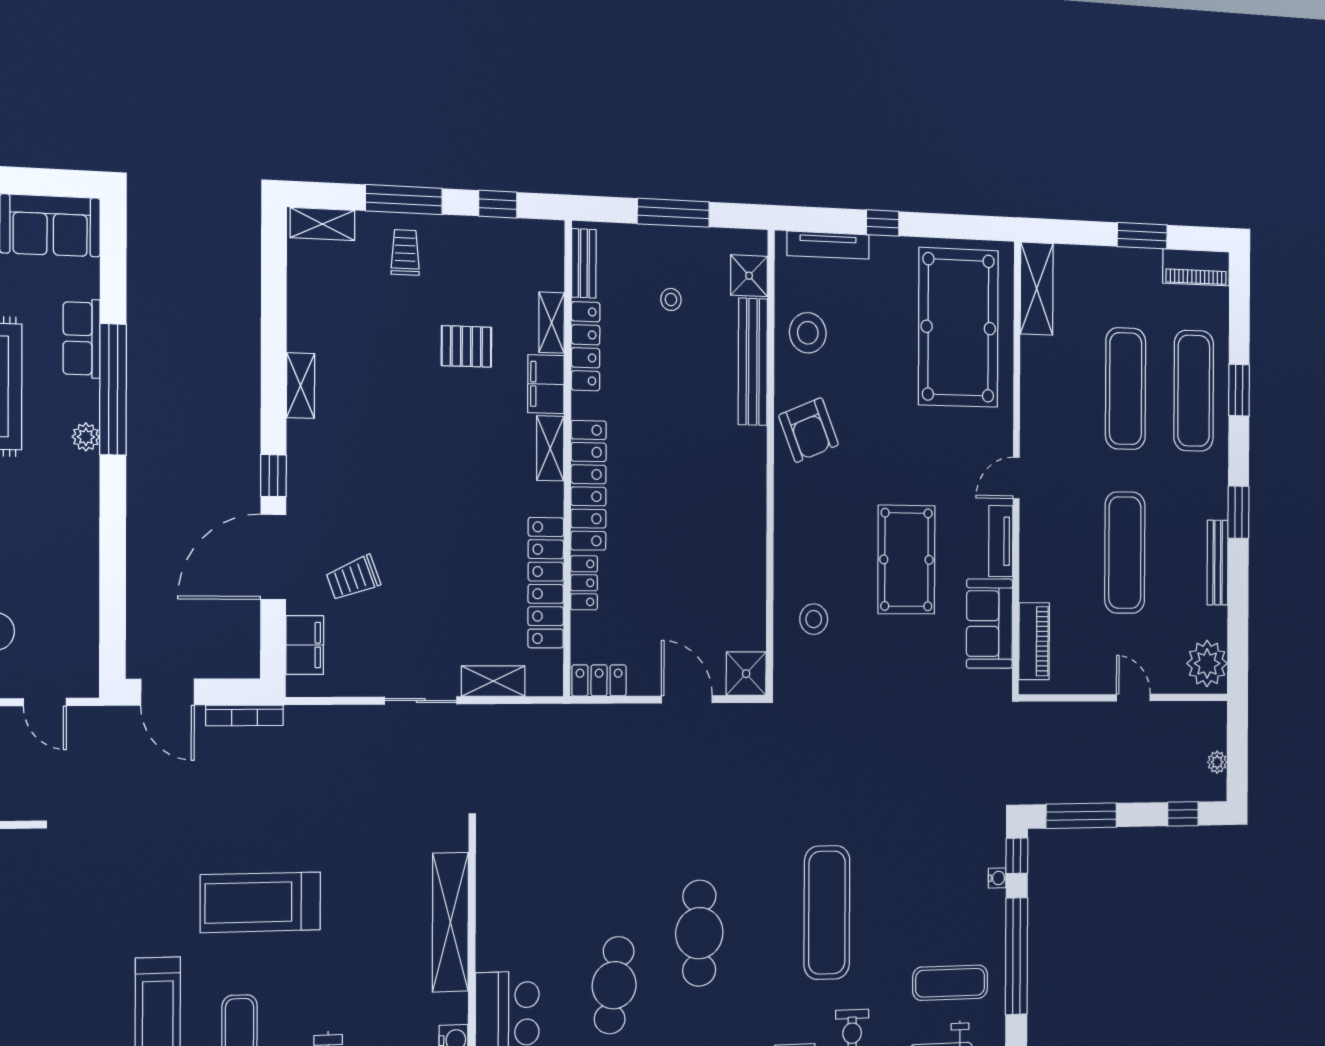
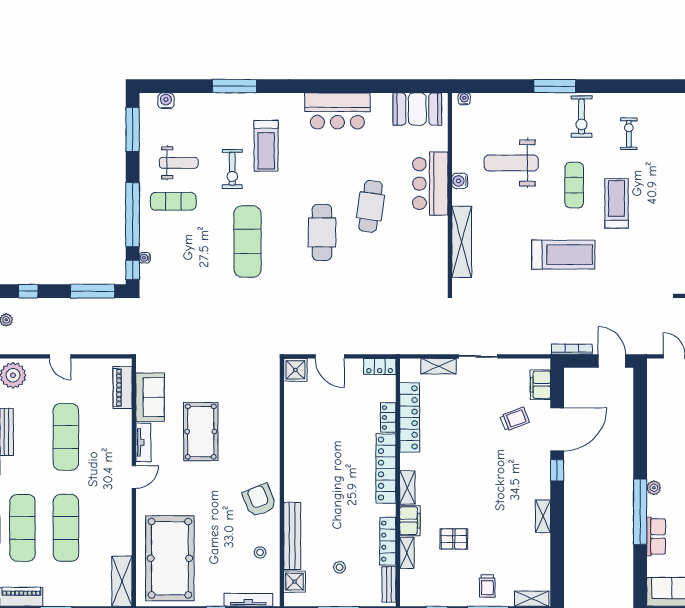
stool: (808, 333) -> (260, 552), width x0.53, depth x0.53
stool: (814, 619) -> (256, 399), removed

